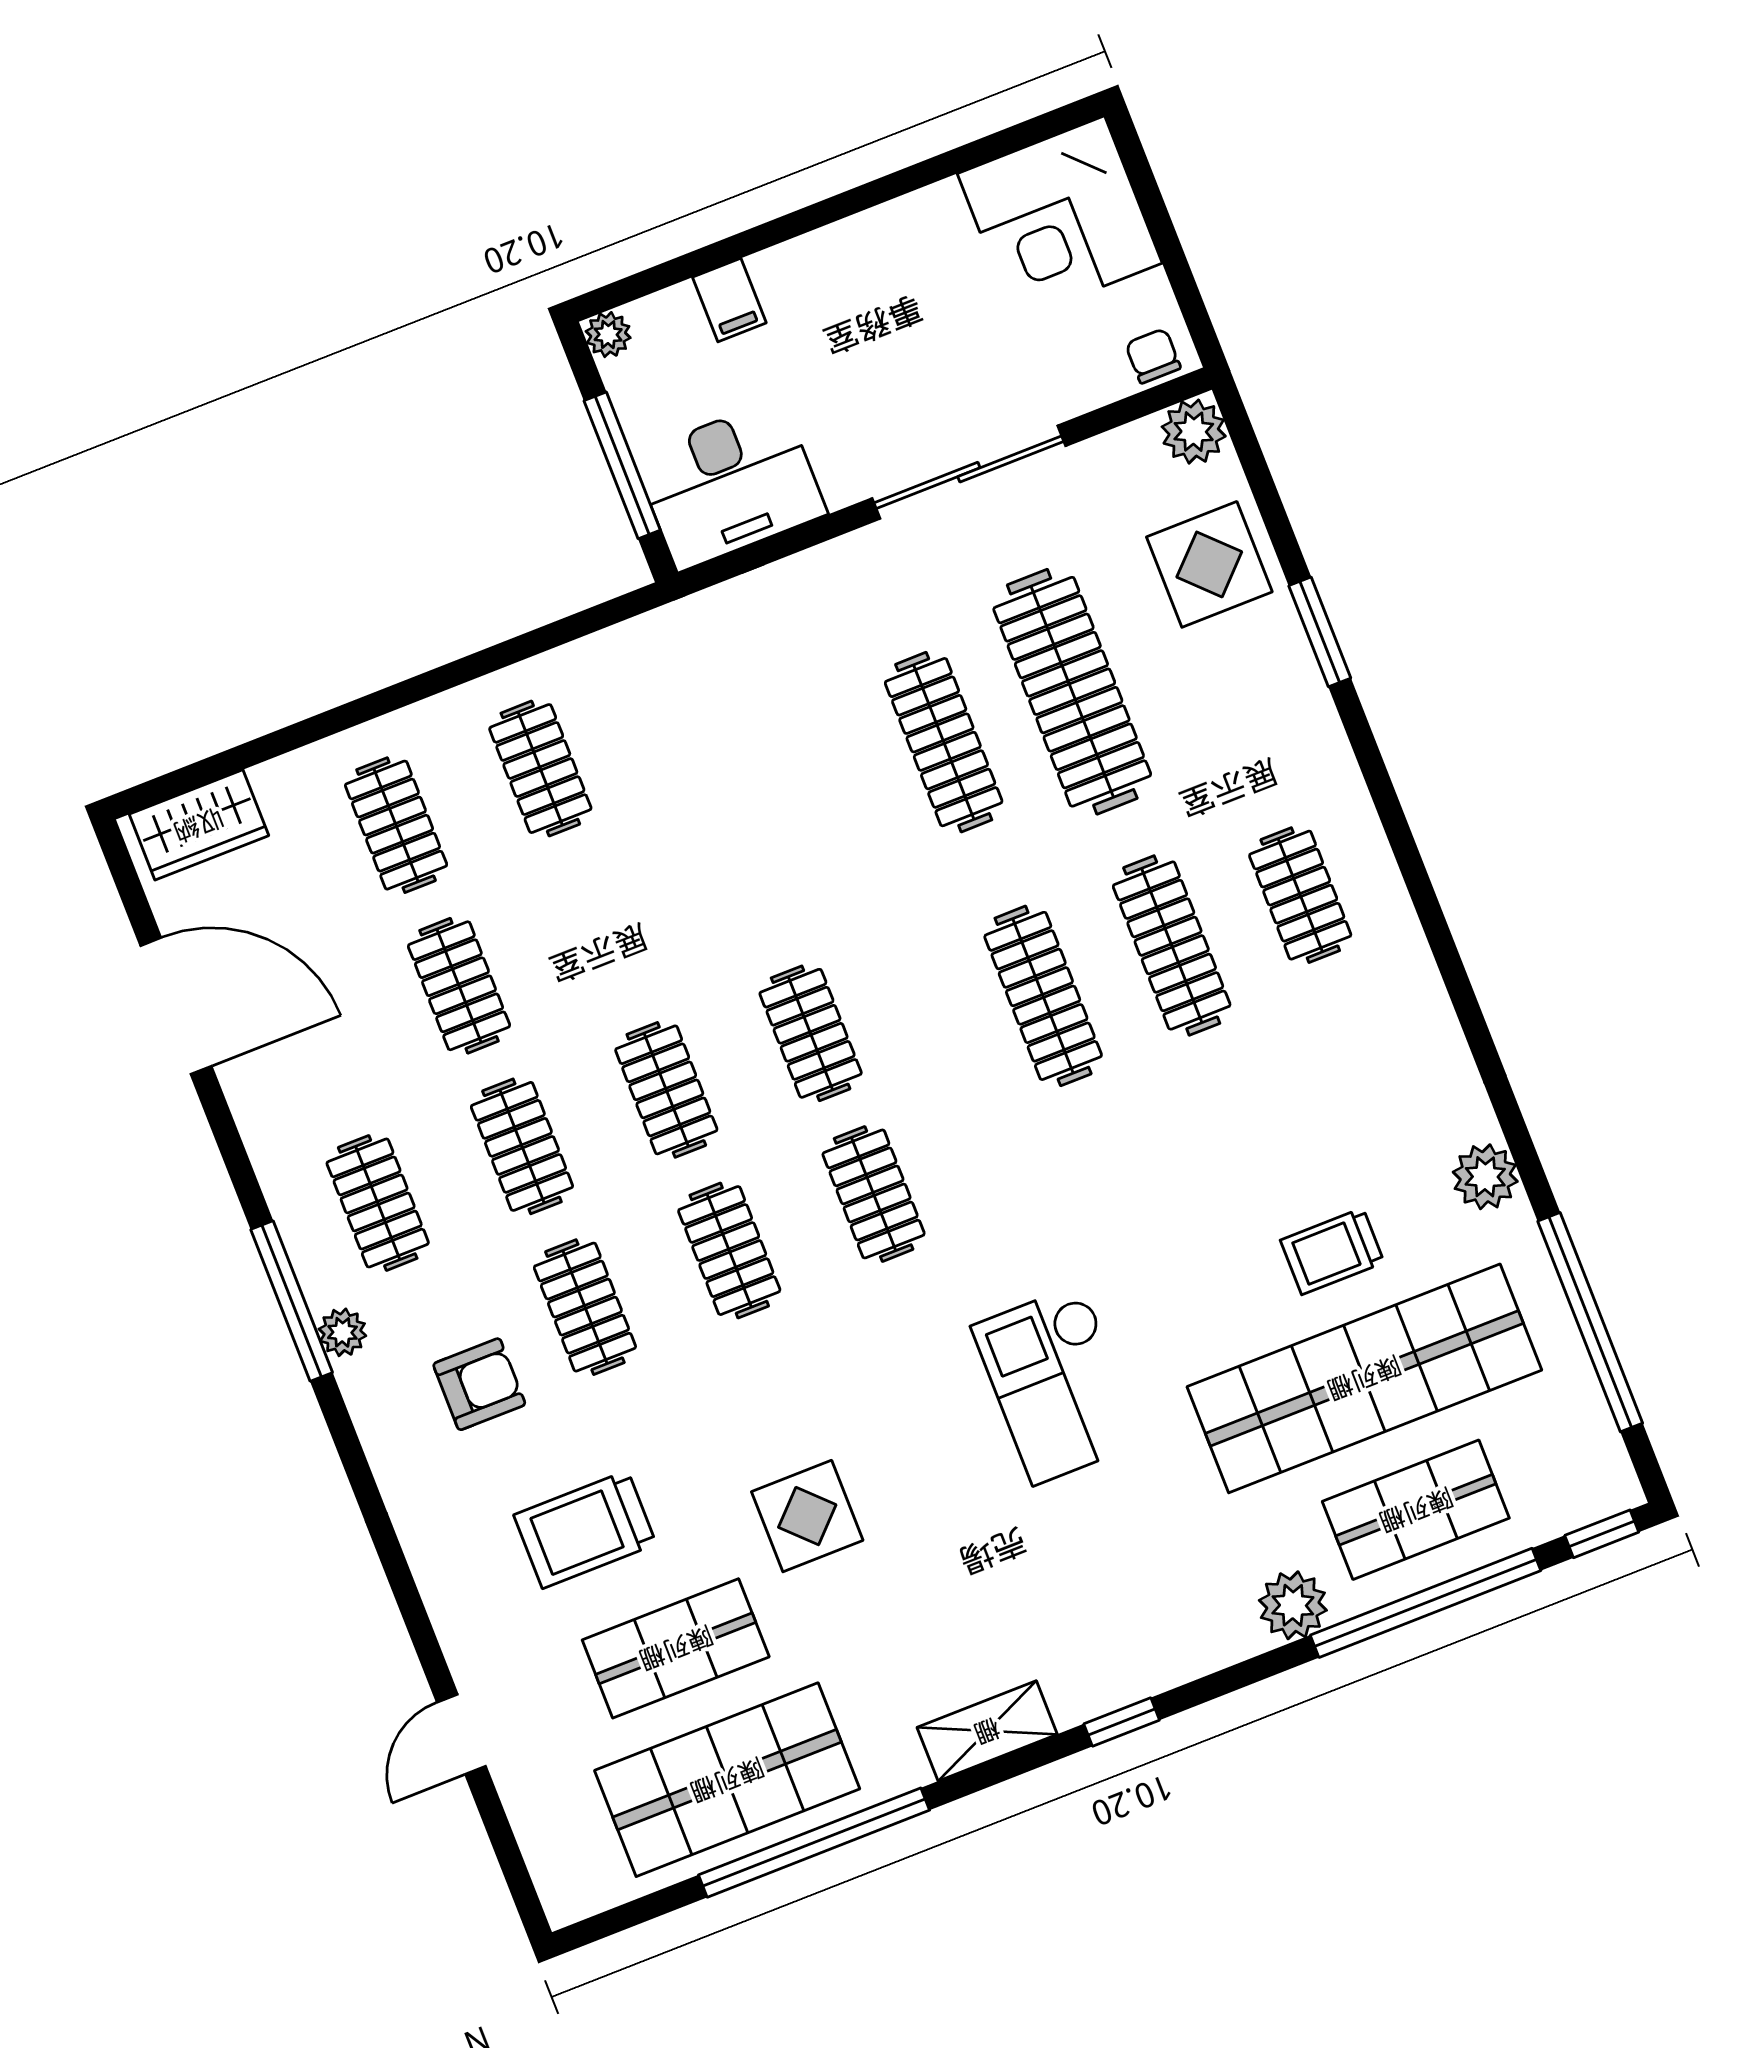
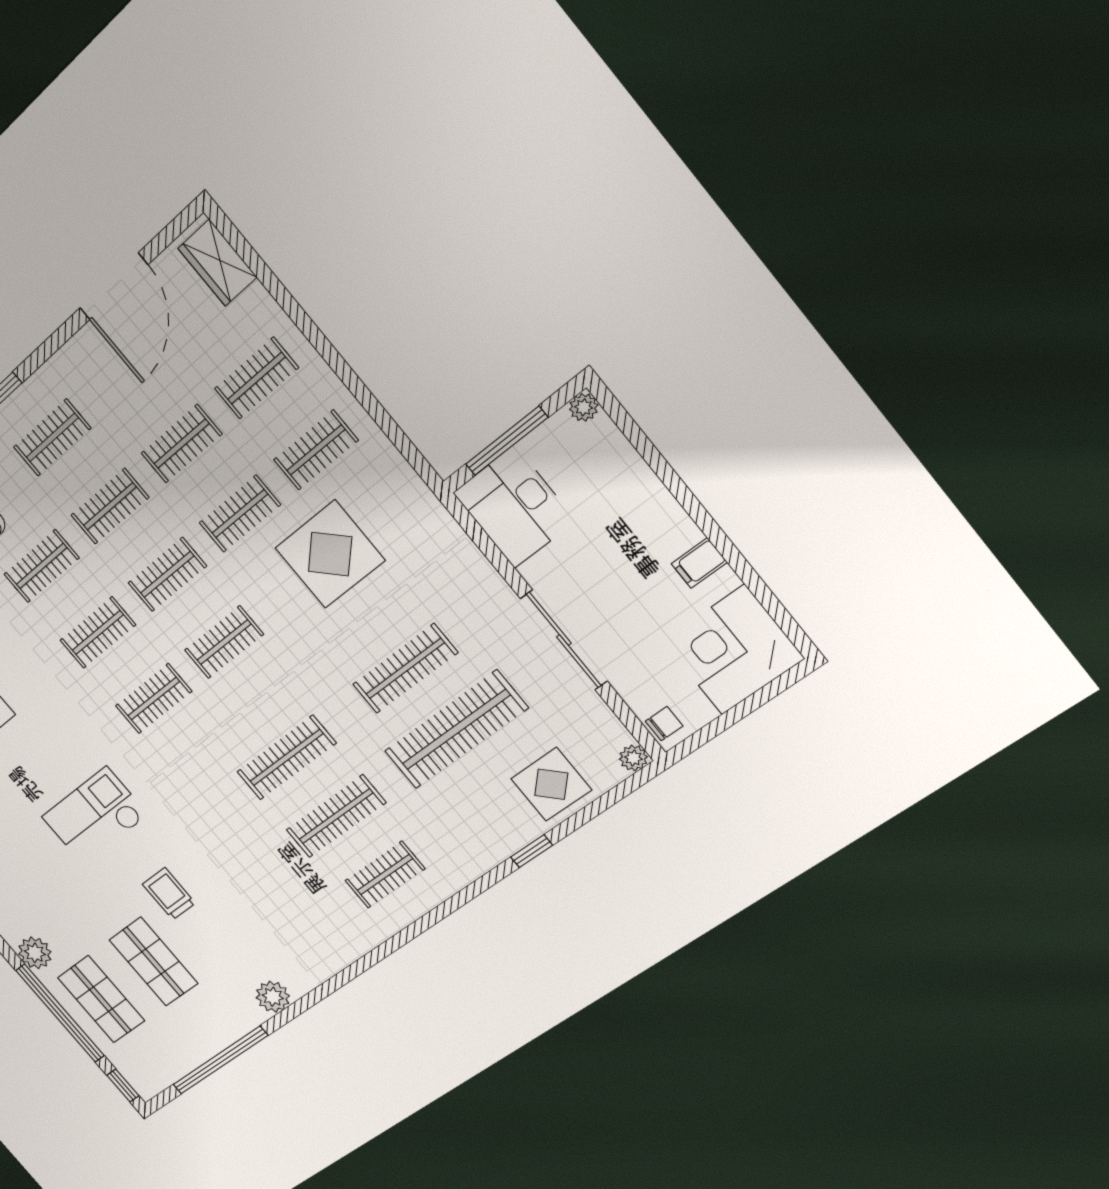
filing cabinet: (729, 300) -> (699, 563), moved
plant: (1194, 432) -> (633, 758), width x0.73, depth x0.73
window: (1320, 632) -> (532, 851), width x0.67
display table: (716, 802) -> (330, 554), added
clothes rail: (603, 929) -> (240, 514), added
trolley: (1332, 1251) -> (169, 894), moved
shop shelf: (1364, 1378) -> (153, 962), width x0.50, depth x0.74

